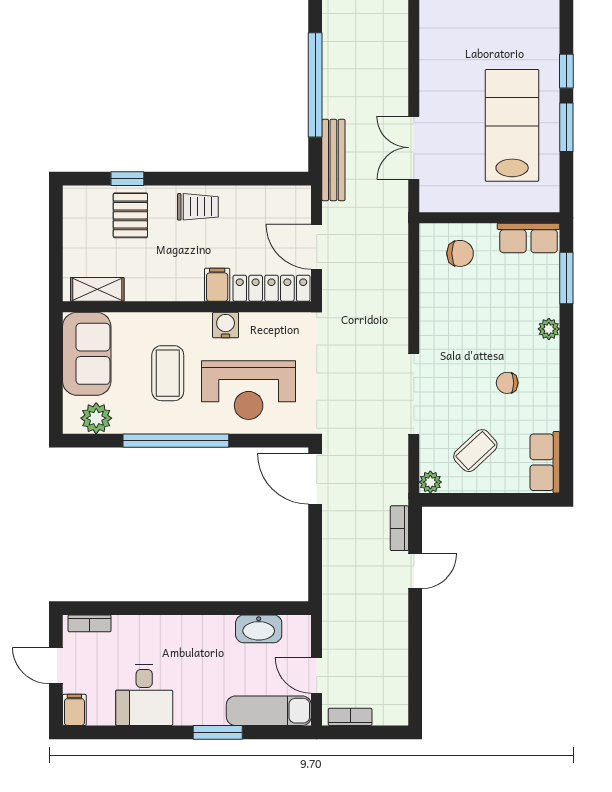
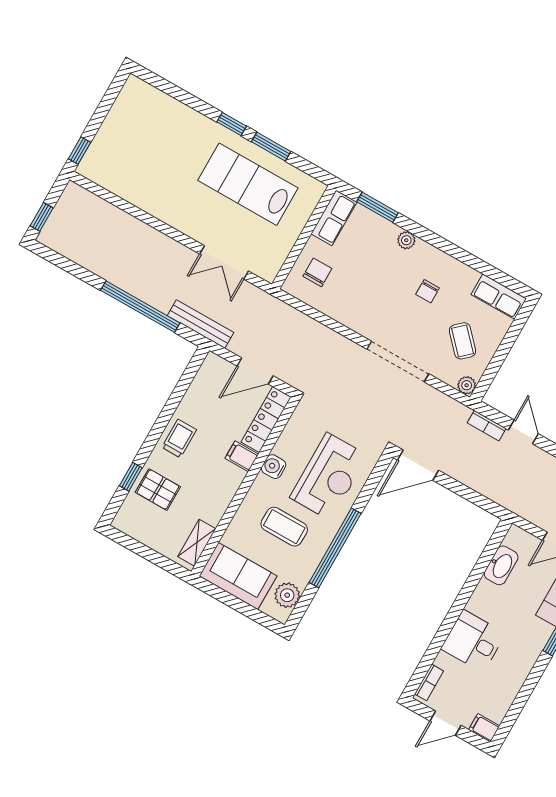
desk: (144, 695) -> (473, 641), moved, turned 180

